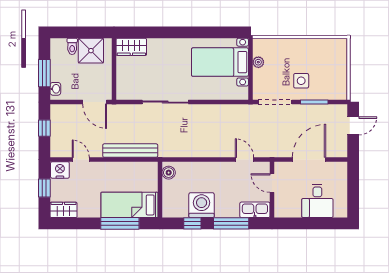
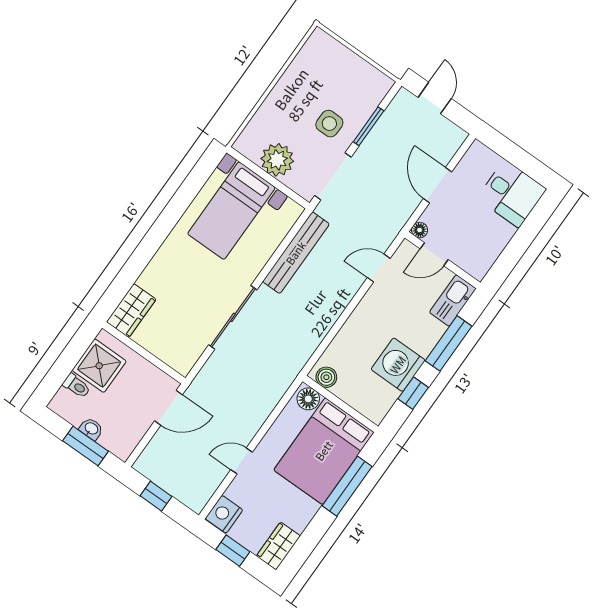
plant: (258, 62) -> (277, 160), width x1.87, depth x1.87
washbasin: (55, 89) -> (91, 429), moved
bench: (130, 151) -> (296, 253), moved
door: (81, 160) -> (242, 461), moved
door: (309, 160) -> (438, 185), width x0.73
floor lamp: (279, 167) -> (420, 230), added
floor lamp: (151, 171) -> (308, 399), added
desk: (317, 201) -> (512, 194), moved
bed: (129, 205) -> (324, 451), width x1.50

